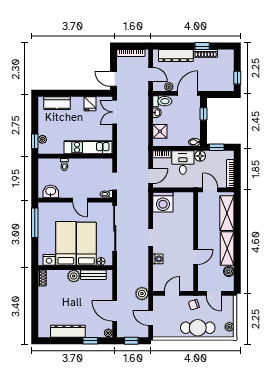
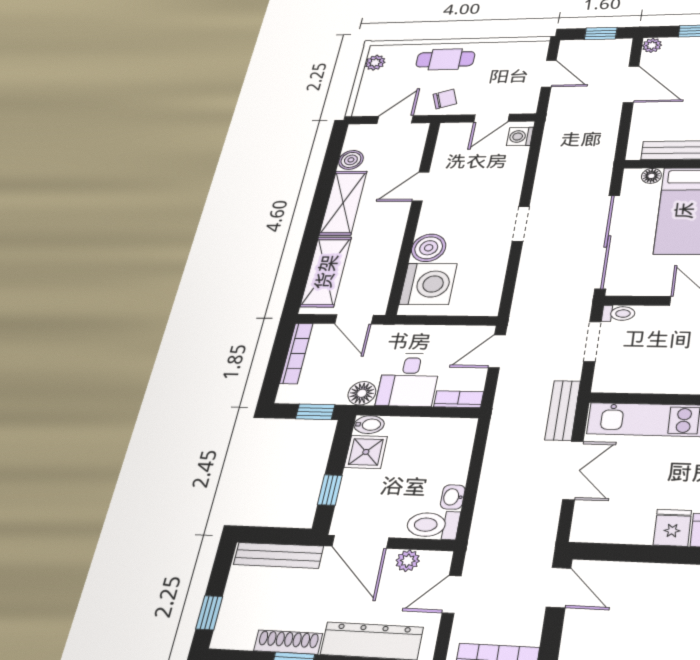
door: (151, 74) -> (452, 594), hinge flipped
window: (237, 78) -> (209, 613), moved
bench: (217, 87) -> (278, 555), added
door: (188, 93) -> (360, 542), hinge flipped
fridge: (90, 104) -> (672, 528), moved
double door: (115, 112) -> (573, 470), moved
shower: (160, 131) -> (366, 452), moved
bench: (122, 150) -> (563, 410), added
washing machine: (163, 202) -> (428, 284), moved, turned 90
boiler: (187, 225) -> (429, 248), added
washing machine: (158, 259) -> (520, 136), moved
door: (214, 293) -> (395, 120), hinge flipped
plant: (142, 294) -> (561, 117), removed
cafe table: (198, 328) -> (445, 59), width x0.73, depth x0.74

